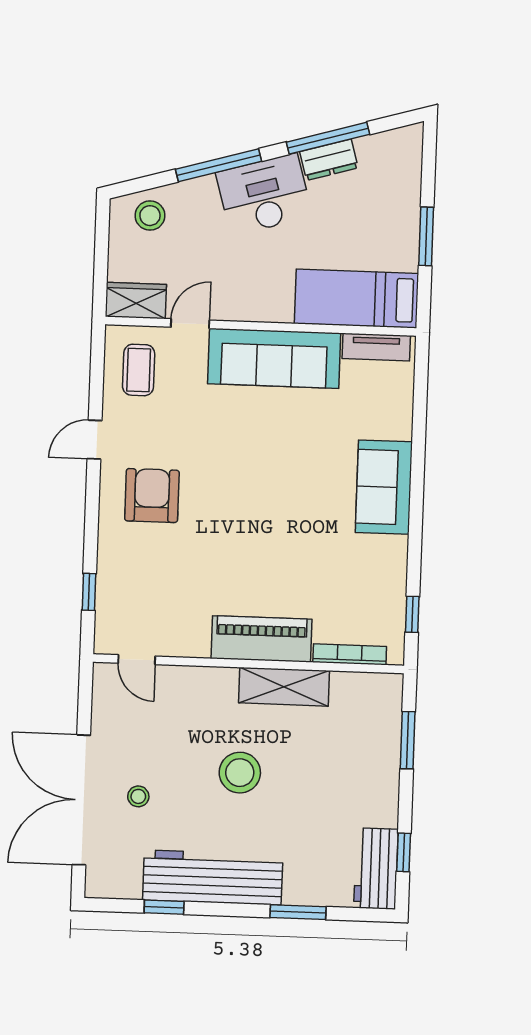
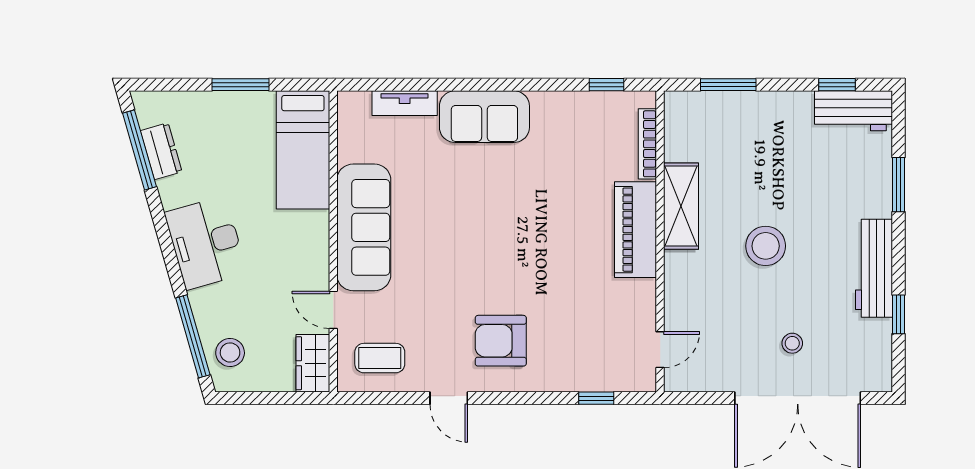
window: (328, 138) -> (139, 150), moved
dresser: (329, 160) -> (161, 151), moved
window: (219, 165) -> (193, 336), moved
tv unit: (376, 347) -> (405, 103), moved, turned 90
workbench: (213, 877) -> (874, 268), width x0.73, depth x0.76

